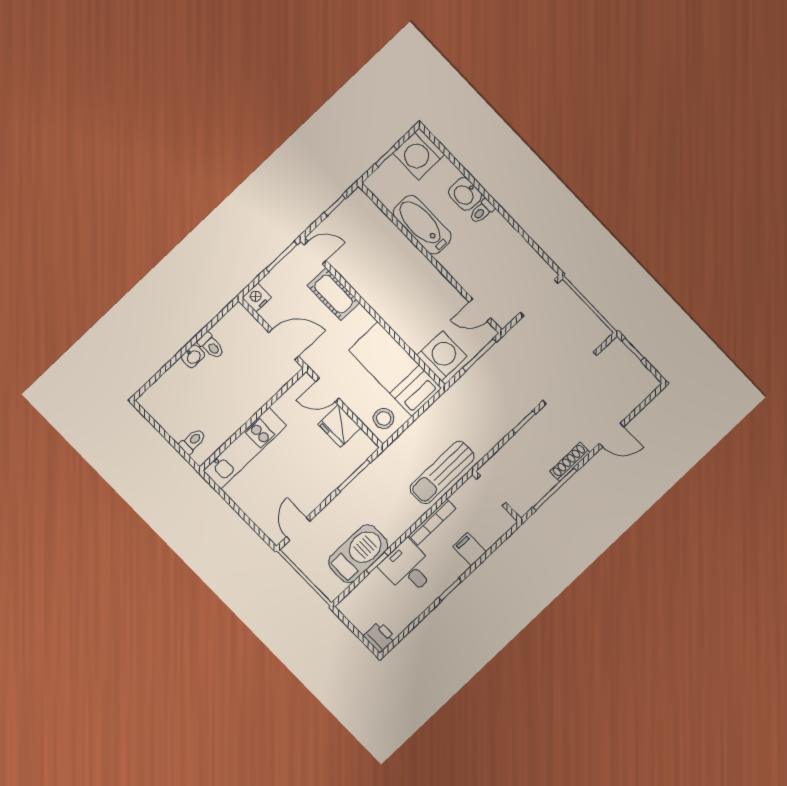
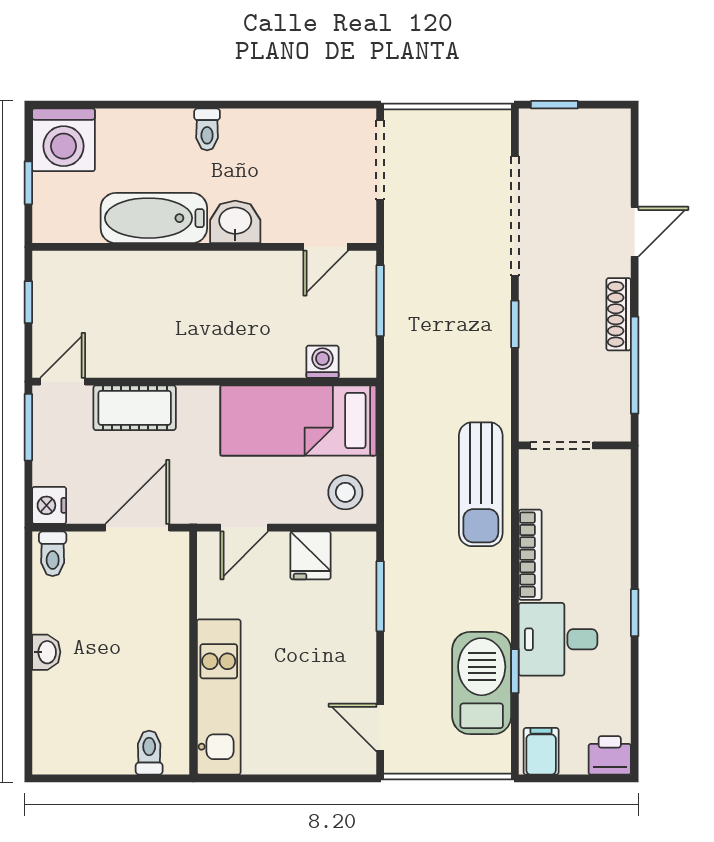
washbasin: (465, 194) -> (235, 222), moved, turned 180
toilet: (211, 346) -> (53, 554), moved, turned 90
washing machine: (442, 356) -> (322, 362), width x0.53, depth x0.53
fridge: (339, 426) -> (310, 555), width x0.72
filing cabinet: (469, 549) -> (541, 751), moved, turned 90

